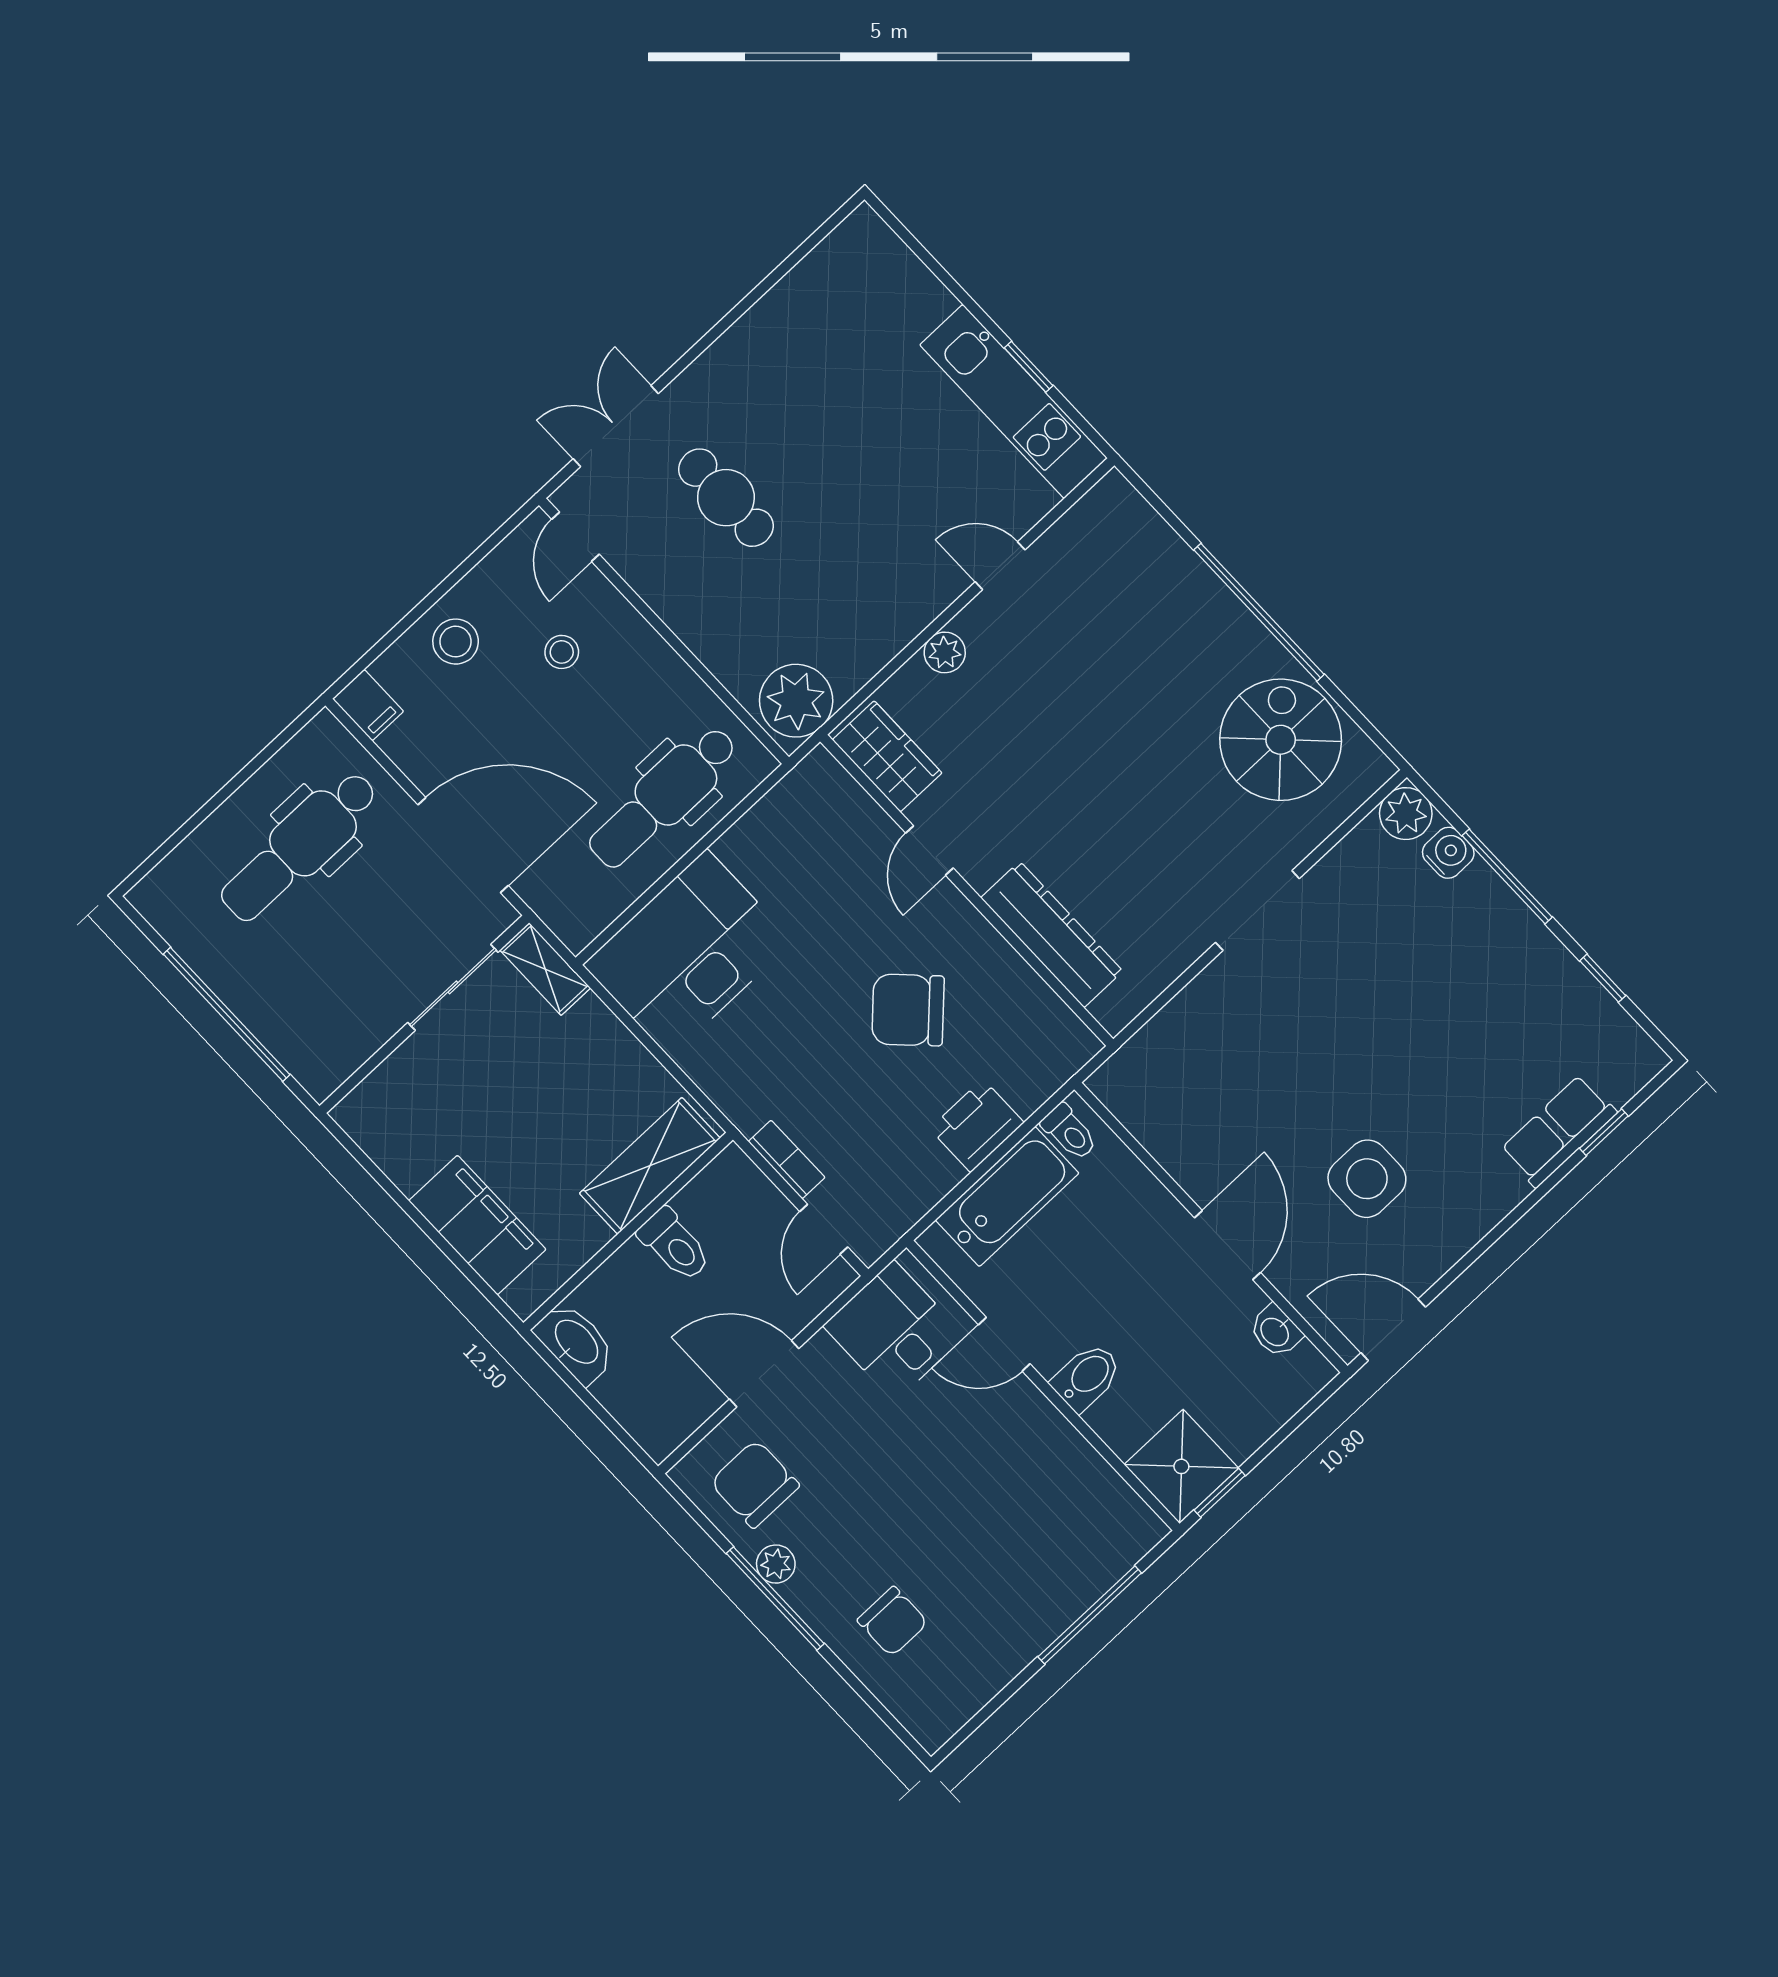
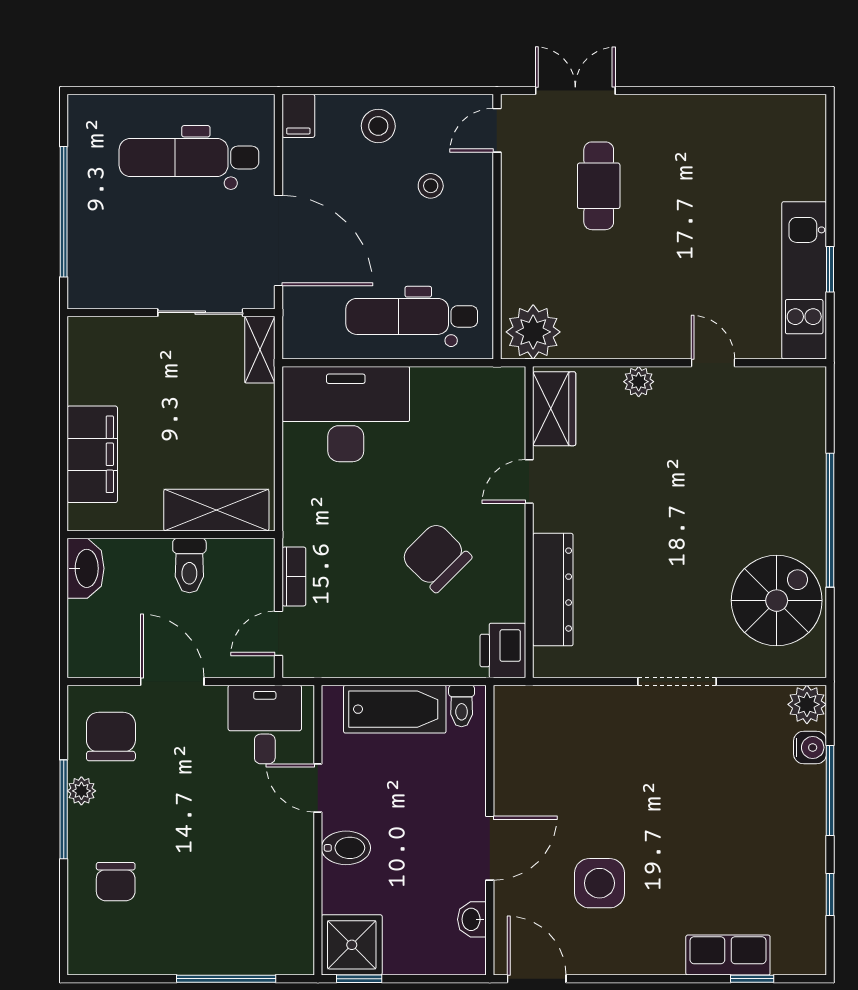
printer: (977, 1126) -> (503, 650), moved, turned -90

